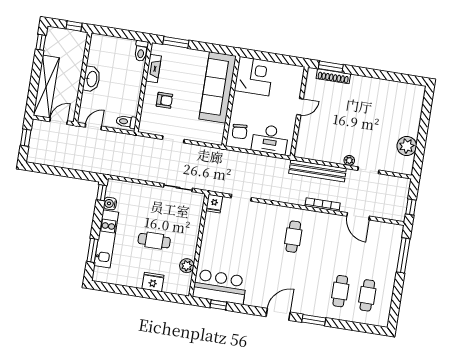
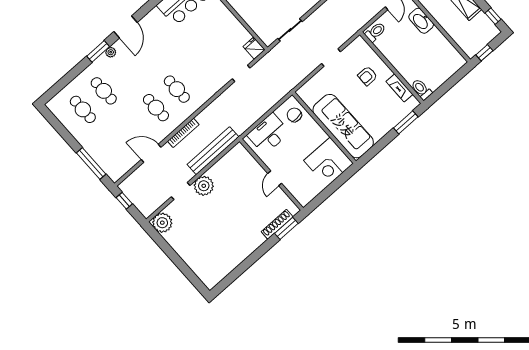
washbasin: (92, 79) -> (421, 21), moved
plant: (407, 146) -> (162, 223), moved
plant: (349, 160) -> (204, 186), width x1.88, depth x1.88
cafe table: (320, 241) -> (156, 108), added
plant: (307, 310) -> (111, 52), added

